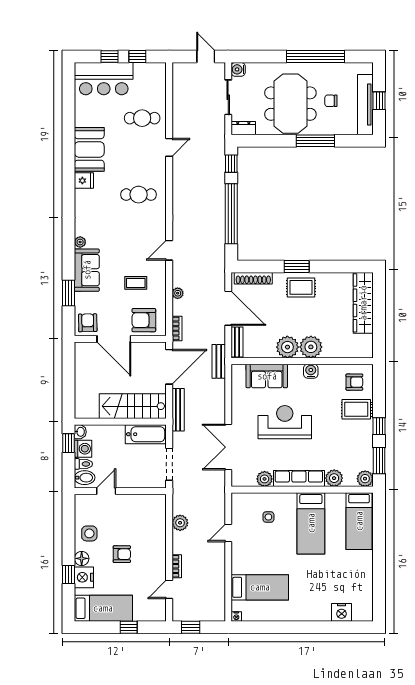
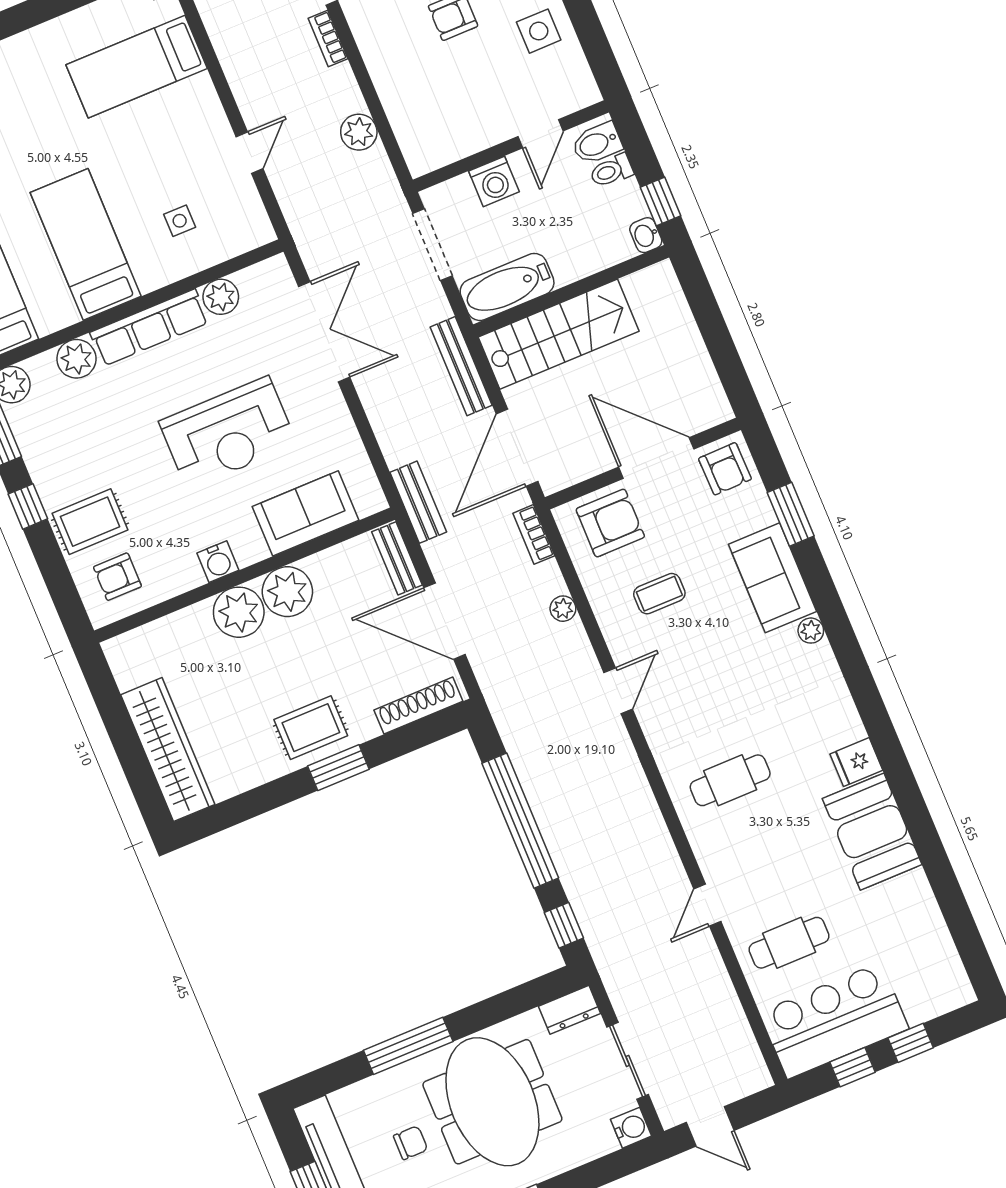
bar counter: (104, 79) -> (834, 1020), moved
washing machine: (83, 449) -> (494, 181), moved, turned -90

